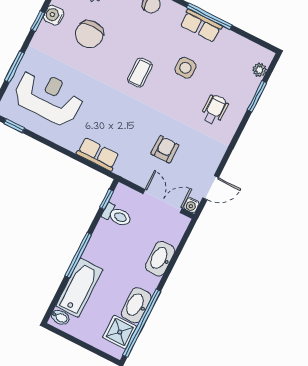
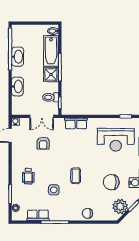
row of seats: (201, 26) -> (38, 215), moved
chair: (89, 34) -> (111, 182), turned -90
double door: (163, 201) -> (42, 116), moved
shower: (120, 332) -> (51, 75), moved

